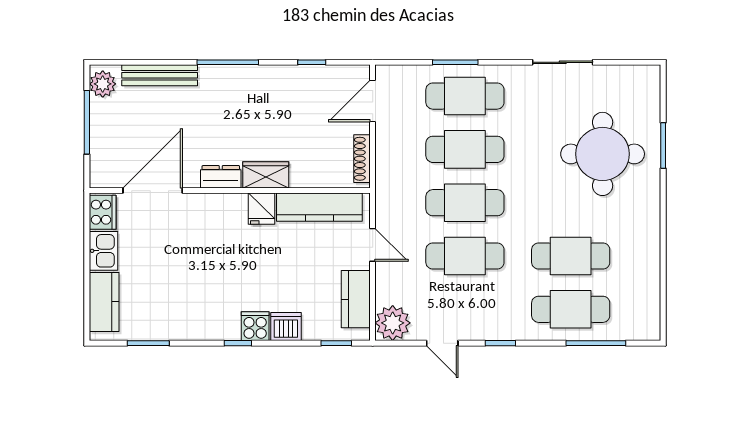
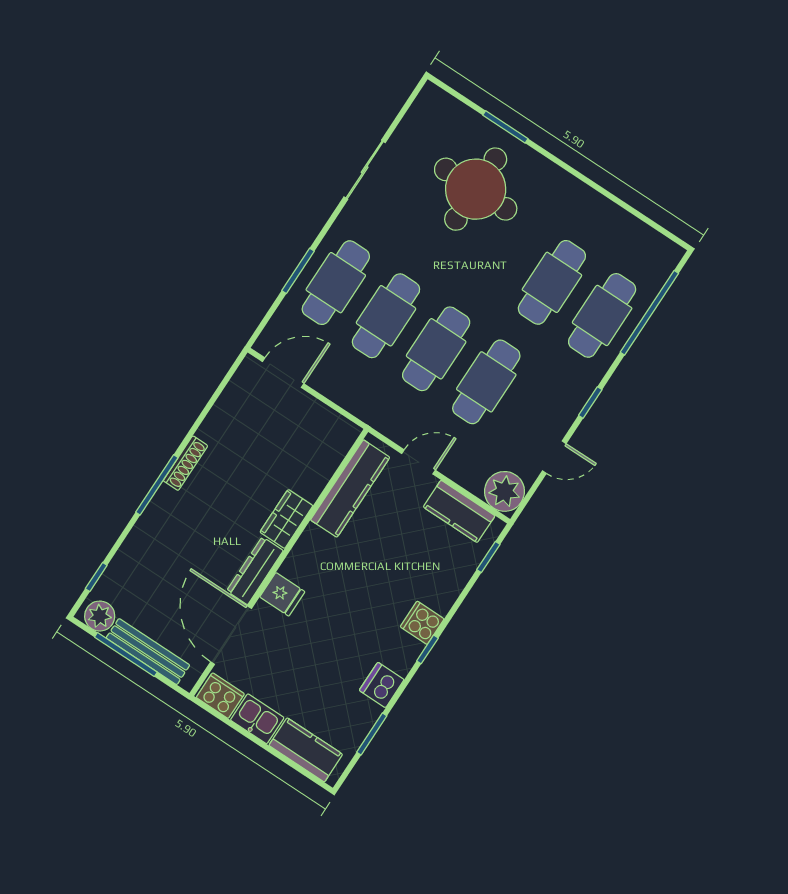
window: (312, 62) -> (96, 577), moved
bench: (160, 75) -> (148, 652), moved, turned 90
door: (373, 101) -> (283, 373), swing flipped
shoe rack: (362, 159) -> (185, 463), moved, turned -90
dresser: (221, 177) -> (255, 571), width x1.44
fridge: (262, 209) -> (282, 594), moved
dishwasher: (286, 327) -> (382, 685), moved
window: (596, 343) -> (649, 313), width x1.46

